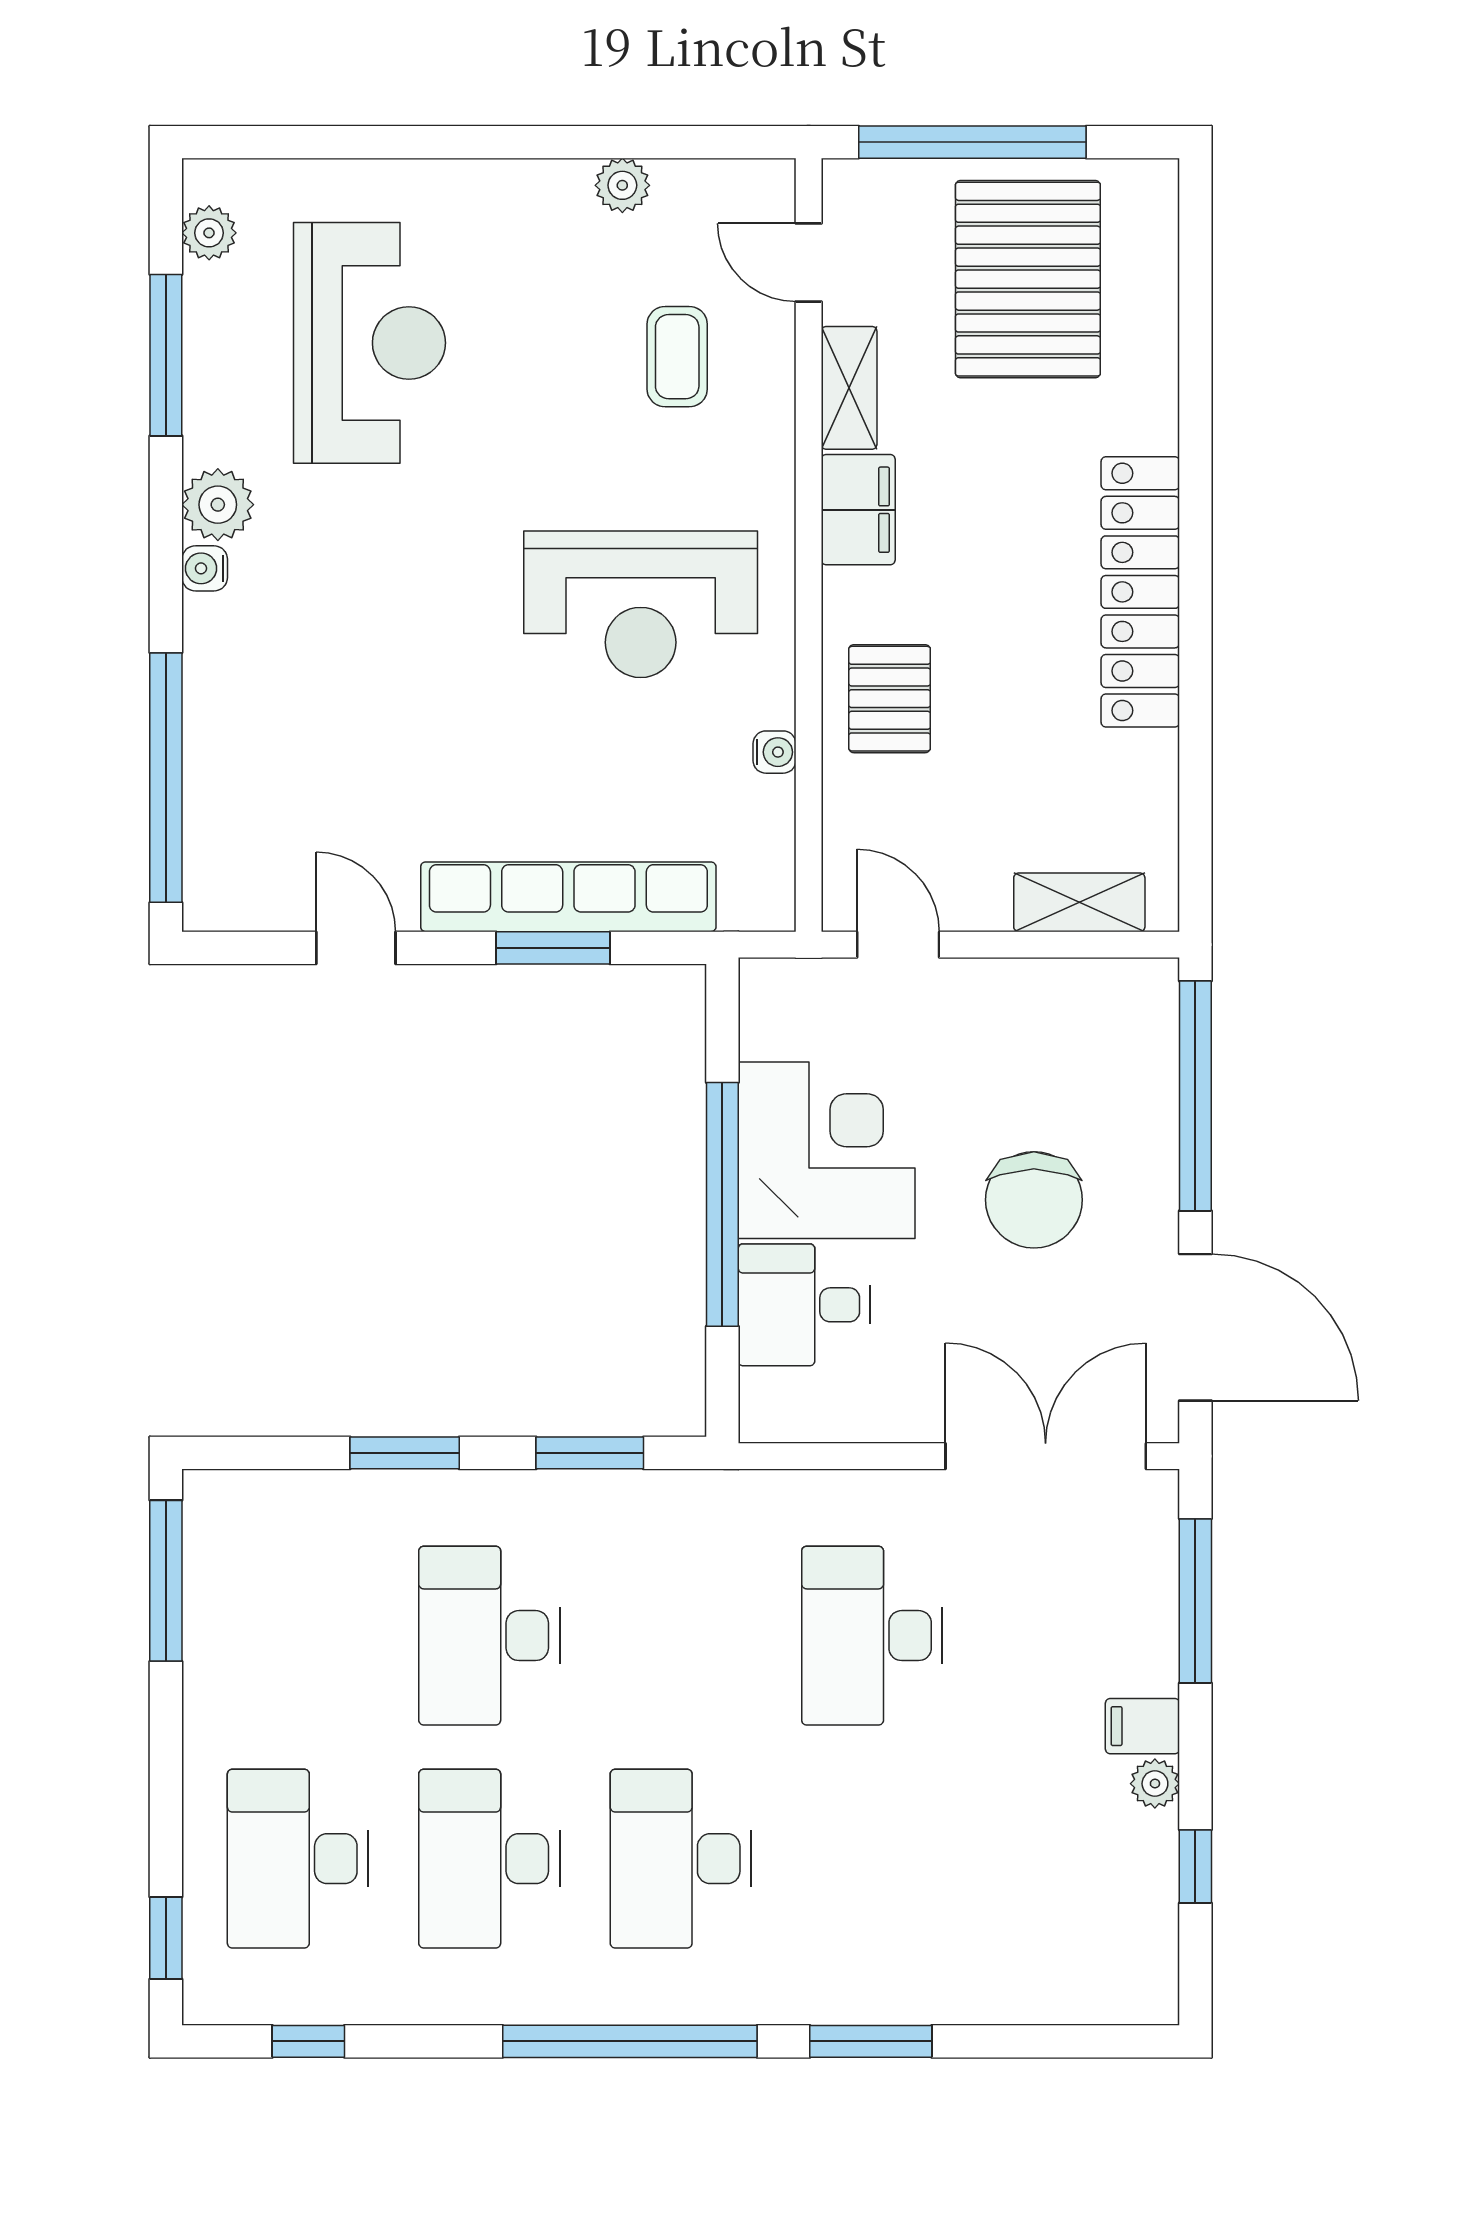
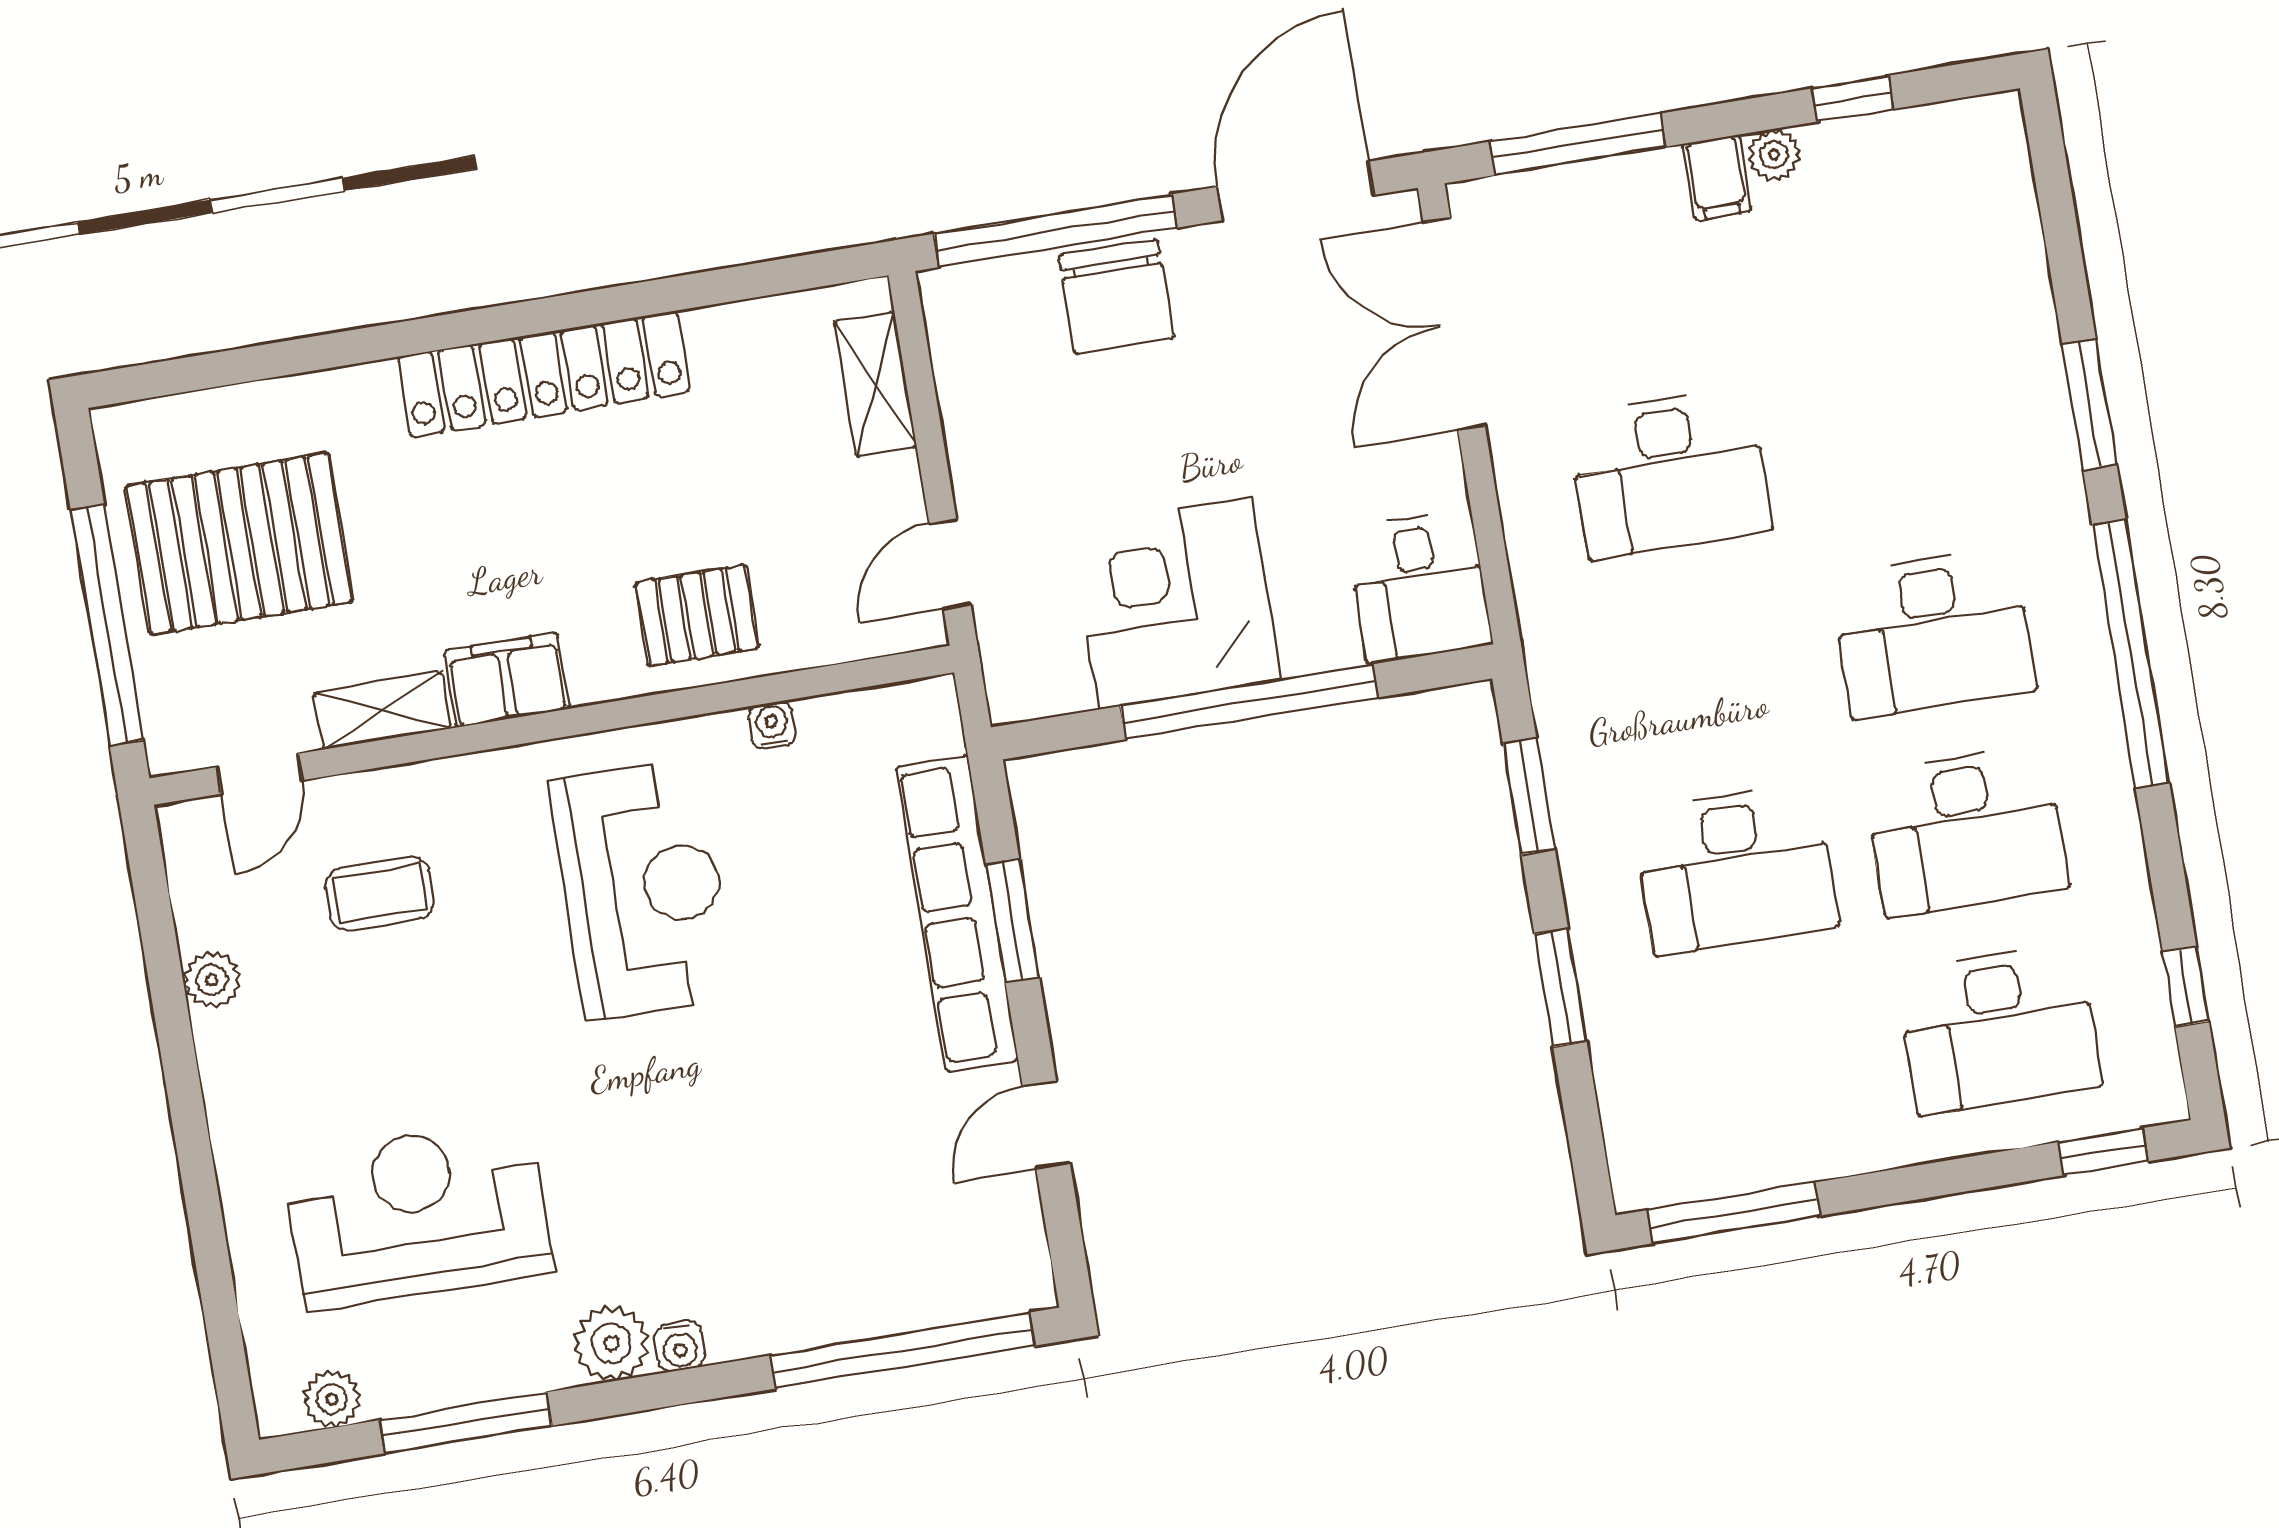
chair: (1034, 1200) -> (1116, 297), moved, turned 90
desk: (804, 1305) -> (1419, 587), moved

